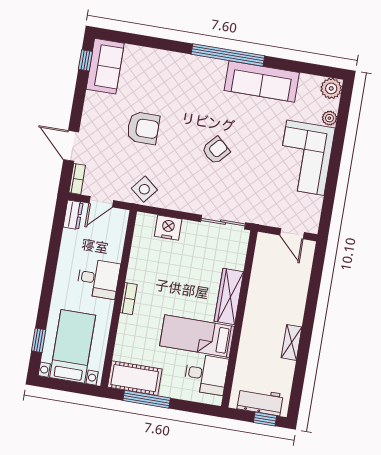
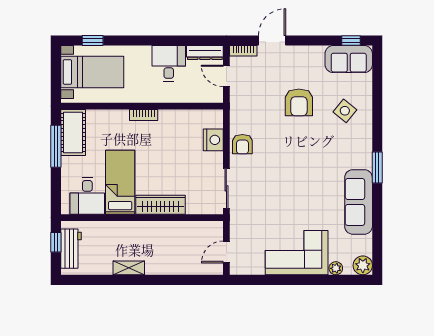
window: (228, 55) -> (377, 168), width x0.47
armchair: (216, 150) -> (242, 144), moved, turned 48
side table: (144, 189) -> (345, 111), moved
dresser: (73, 215) -> (205, 53), width x1.44
desk: (98, 279) -> (169, 63), moved, turned 180
window: (265, 419) -> (56, 242), moved

